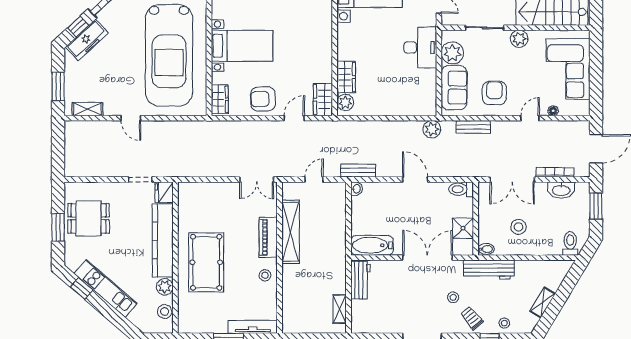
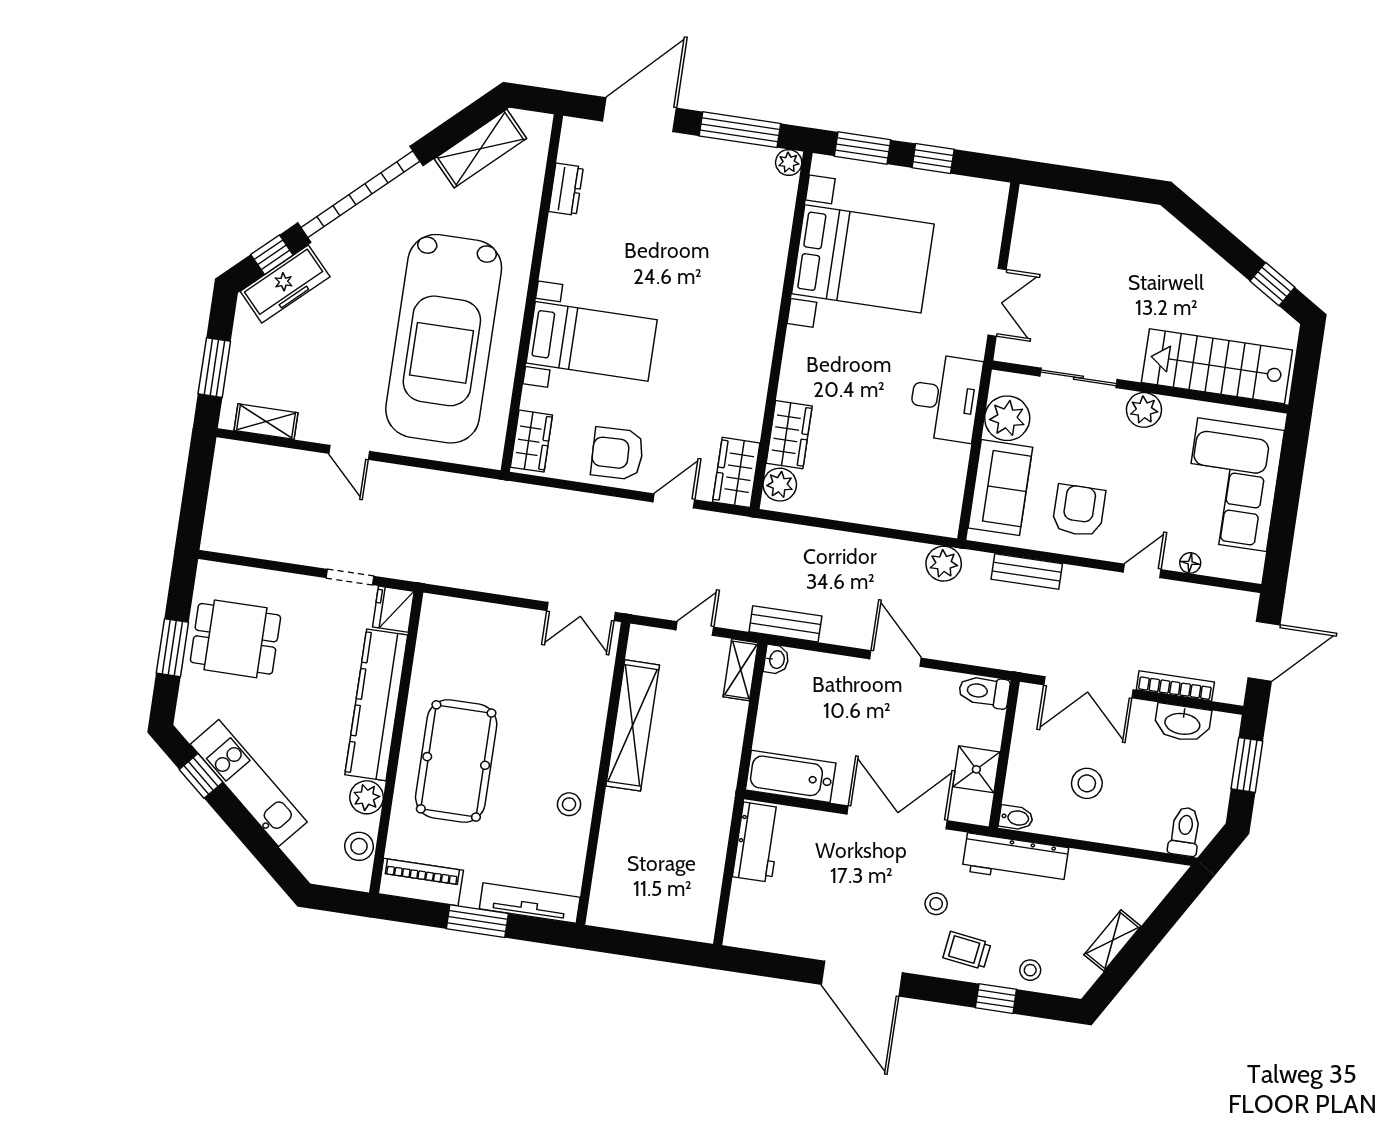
piano: (268, 237) -> (421, 882), moved, turned 90
shelving: (340, 309) -> (741, 670), moved
trolley: (472, 318) -> (967, 950), turned -42

